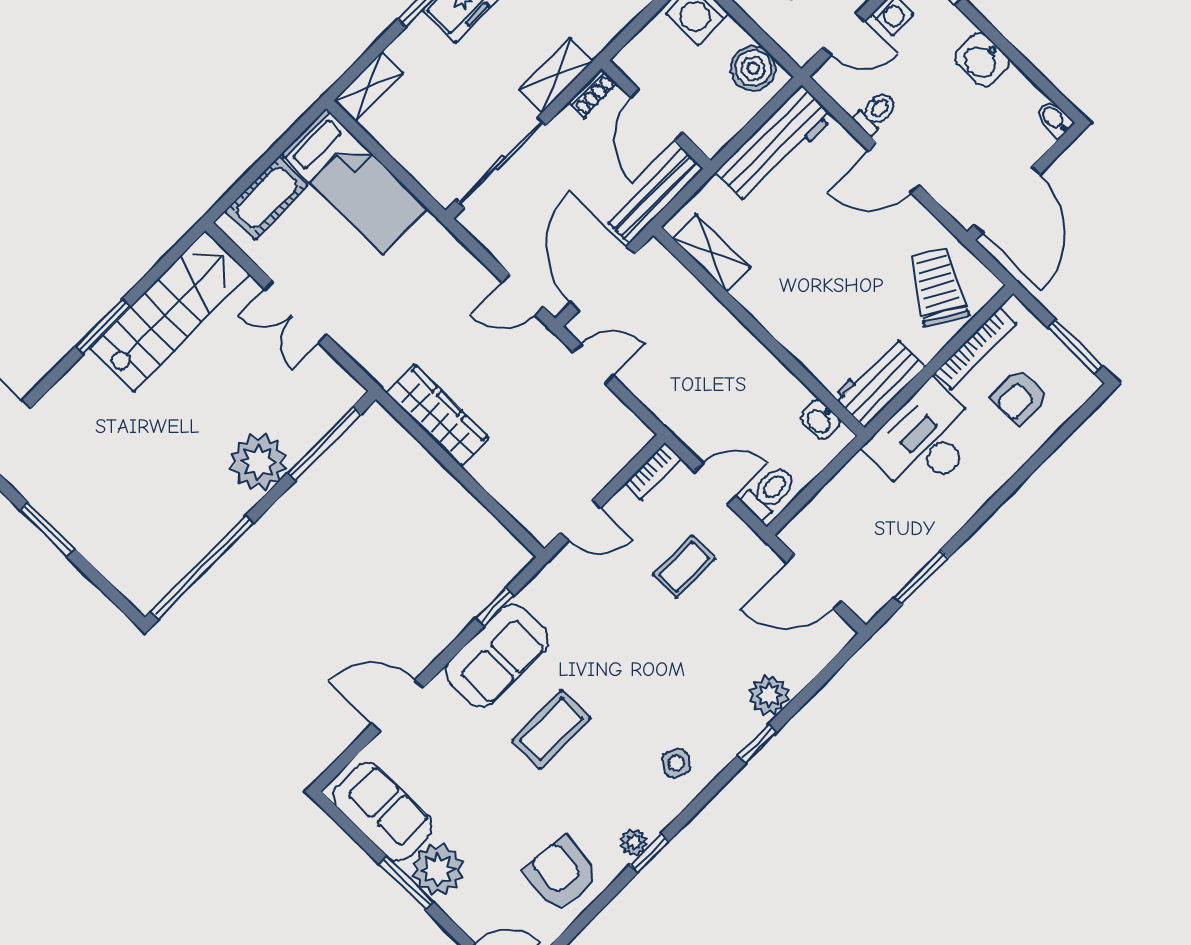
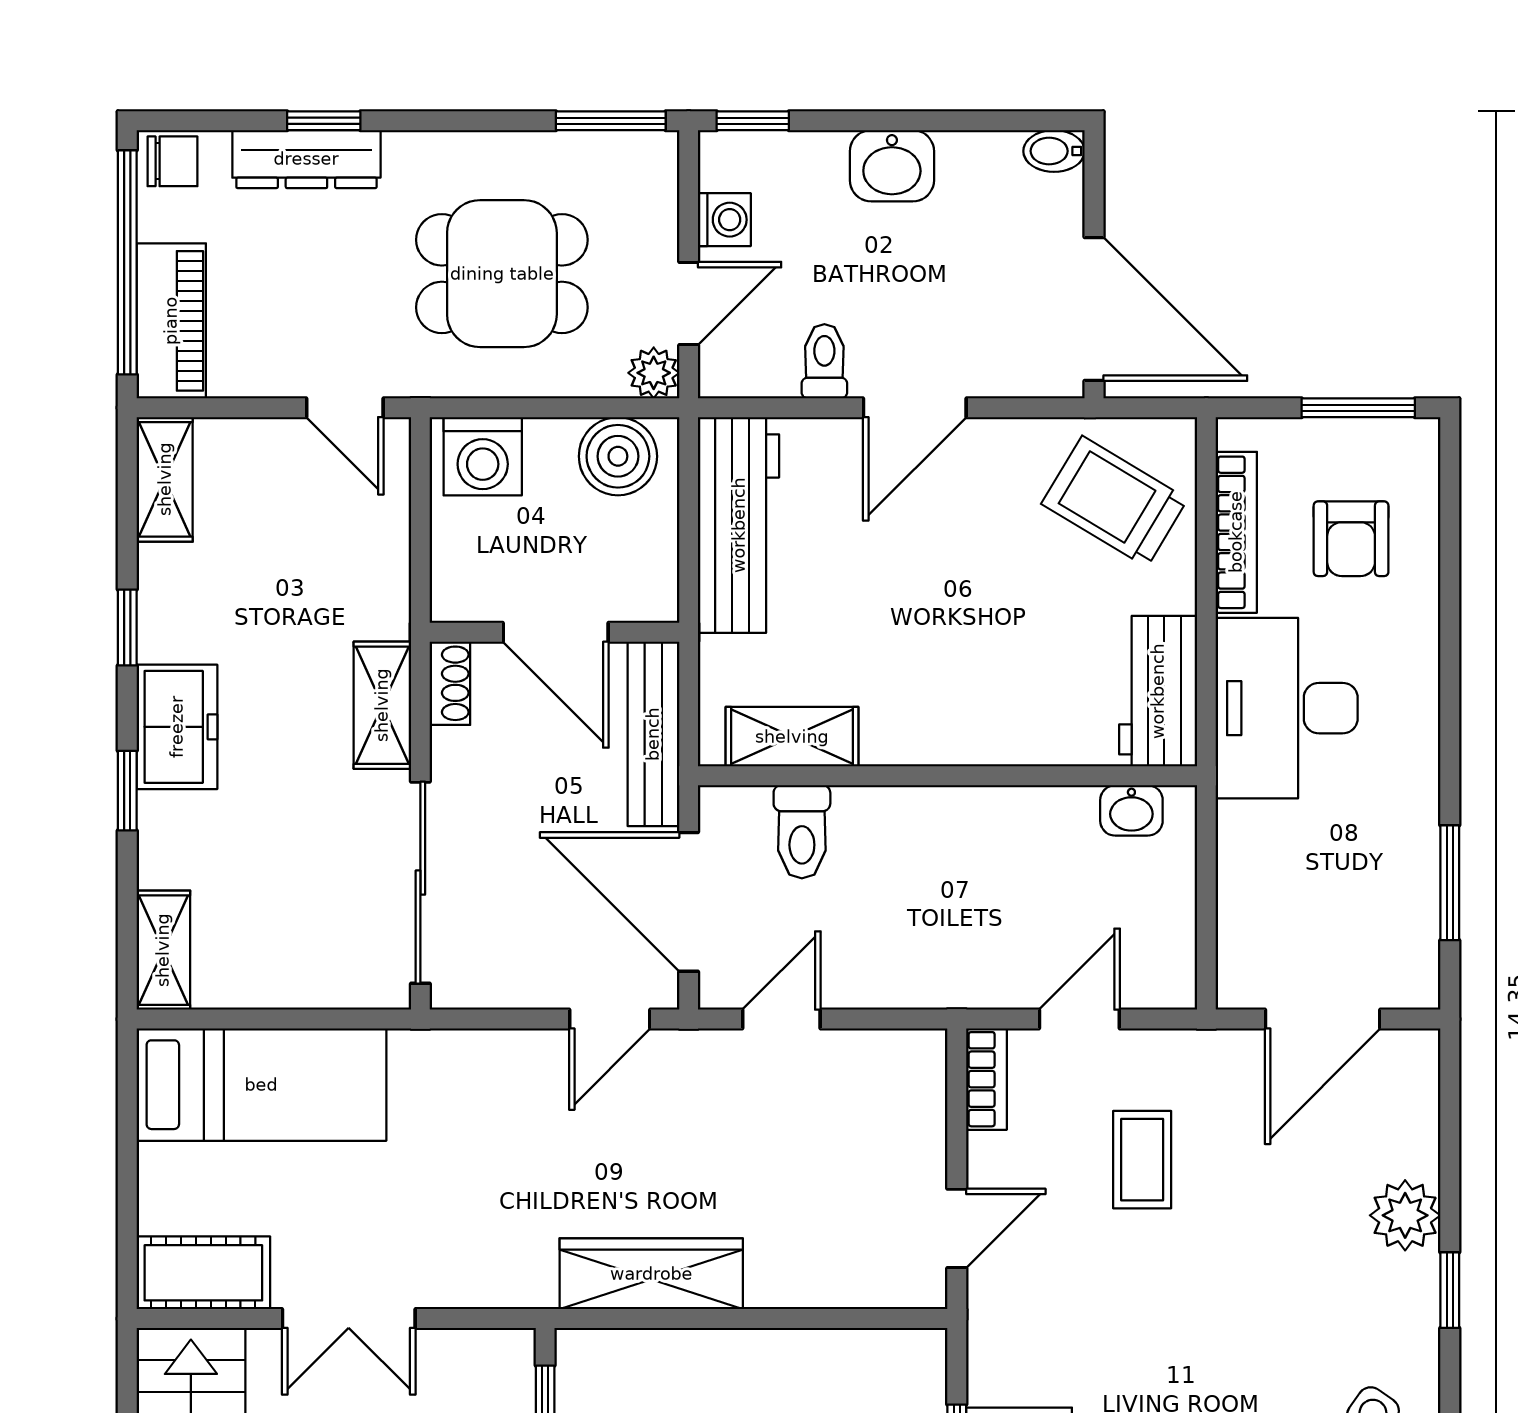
plant: (801, 48) -> (654, 373), added
cot: (267, 198) -> (203, 1273), moved, turned 90
toilet: (769, 492) -> (802, 832), moved, turned 180

